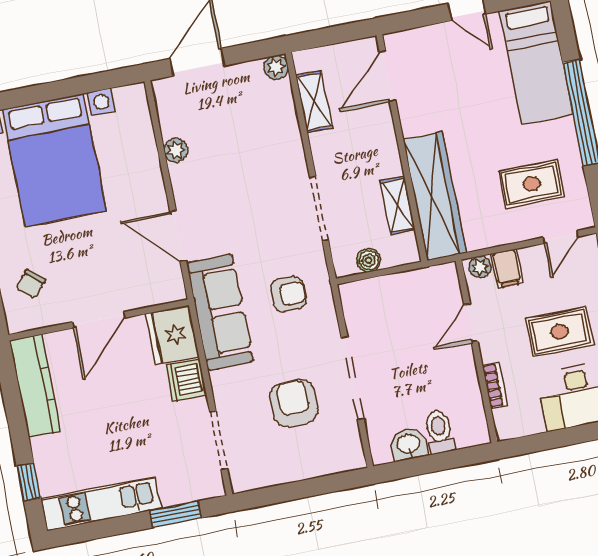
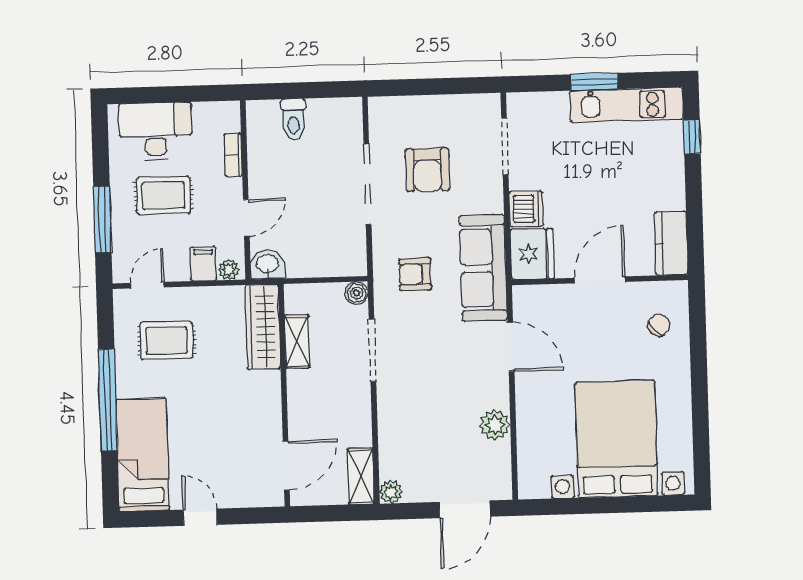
shelving: (314, 102) -> (361, 476), moved
plant: (176, 150) -> (495, 425), width x1.38, depth x1.38
wardrobe: (435, 196) -> (263, 327), width x0.71, depth x0.85
boiler: (369, 260) -> (357, 293), moved
kitchen counter: (35, 386) -> (671, 243), width x0.67
washbasin: (409, 444) -> (267, 265), moved, turned 180
window: (176, 514) -> (594, 82), moved

